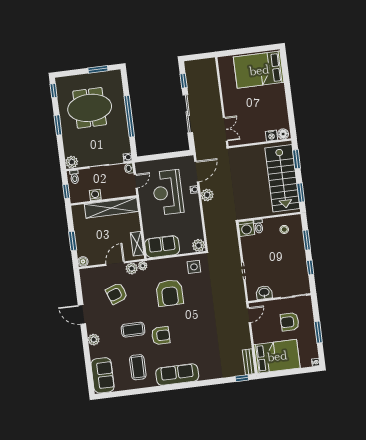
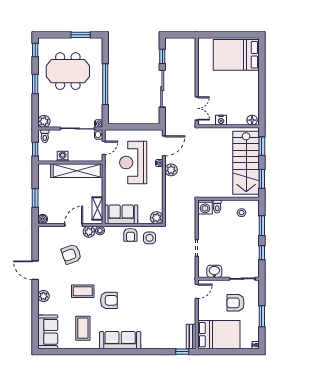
nightstand: (271, 136) -> (221, 120), moved
armchair: (170, 293) -> (130, 235), moved, width x0.53, depth x0.53

